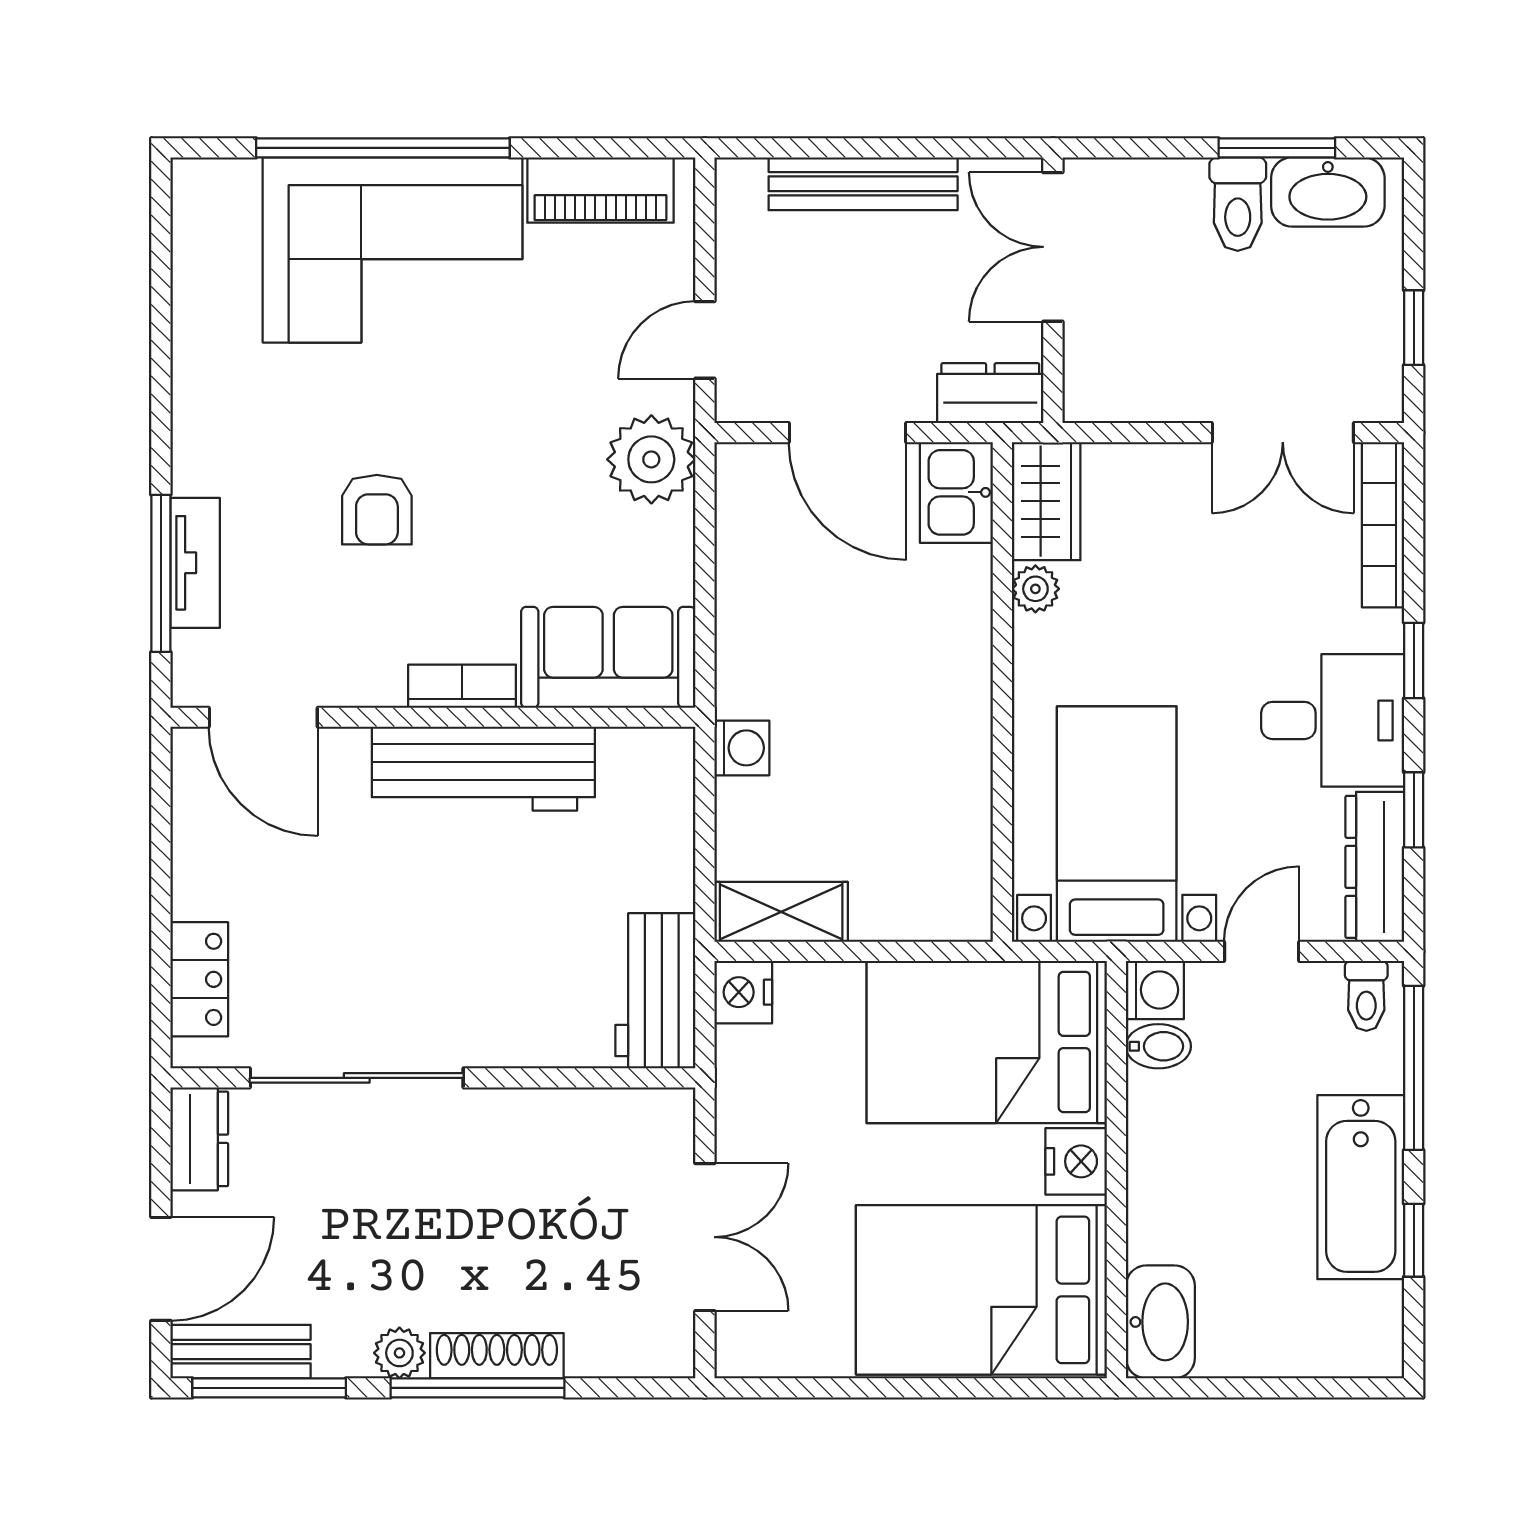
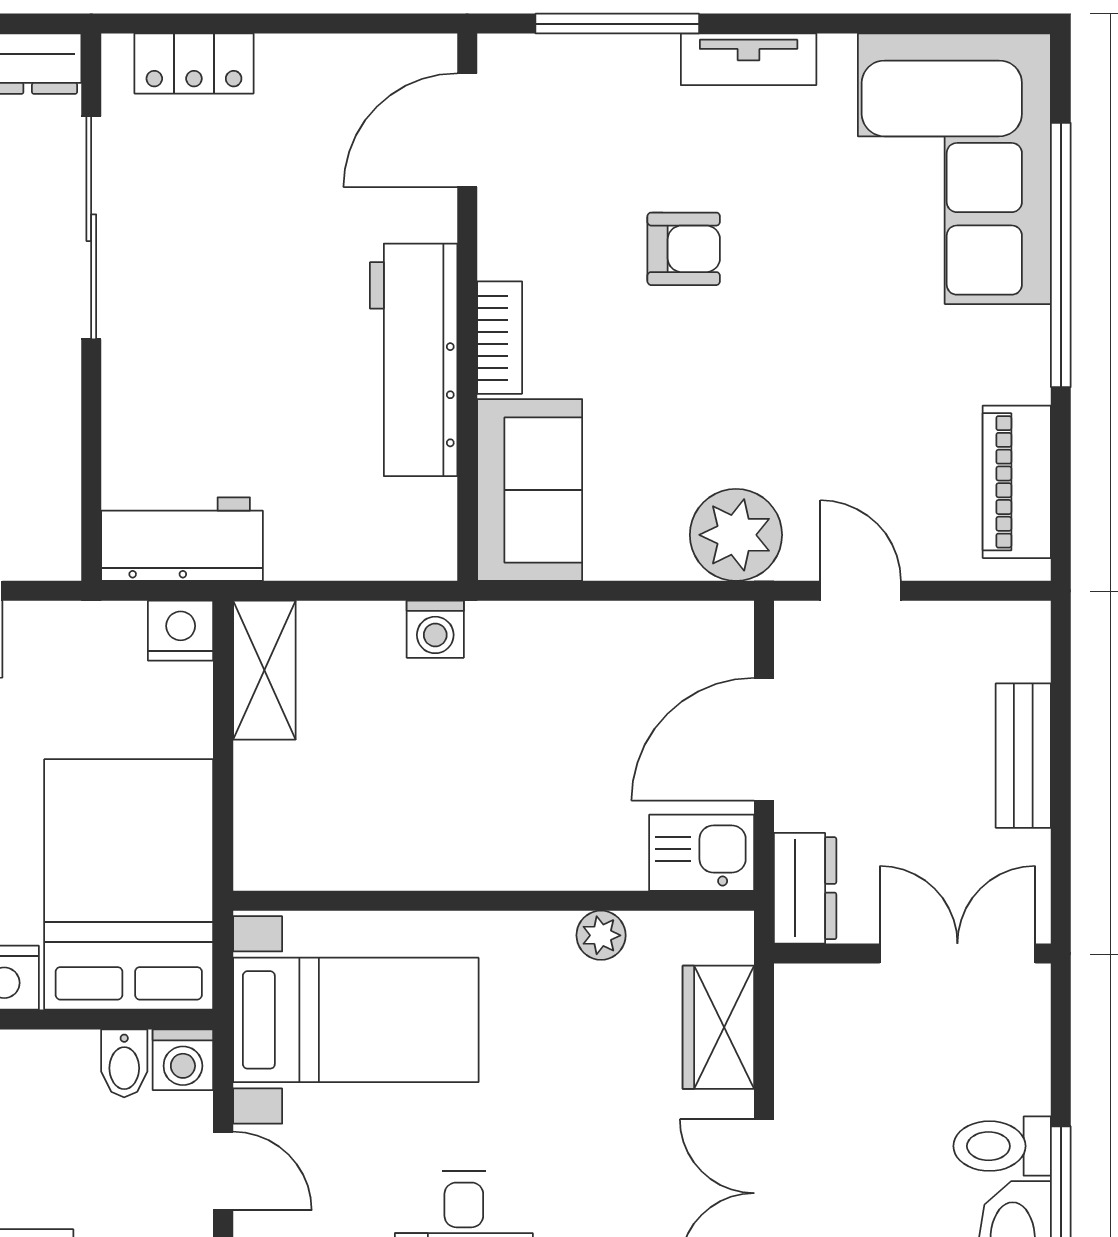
bench: (863, 184) -> (1023, 756), width x0.73
corner sofa: (392, 250) -> (954, 169), moved
wardrobe: (1046, 501) -> (718, 1027), moved, turned 90
armchair: (377, 510) -> (684, 249), turned 180
tv unit: (195, 563) -> (749, 59), moved

